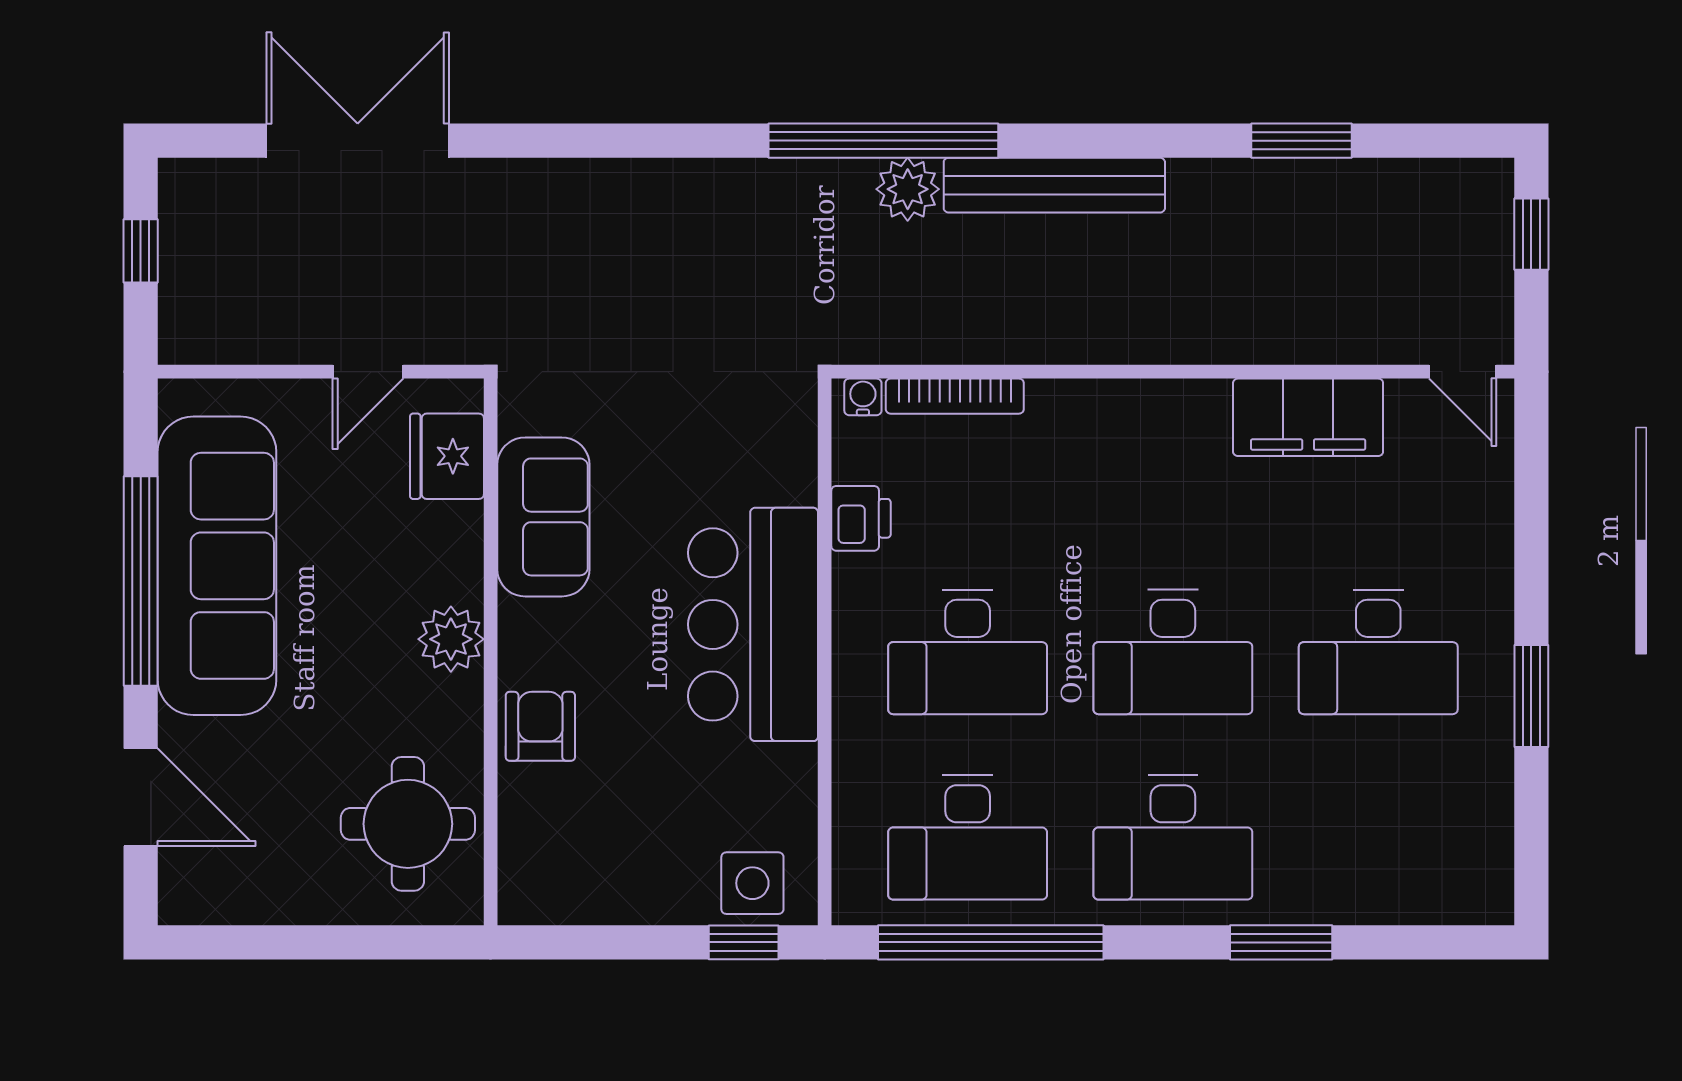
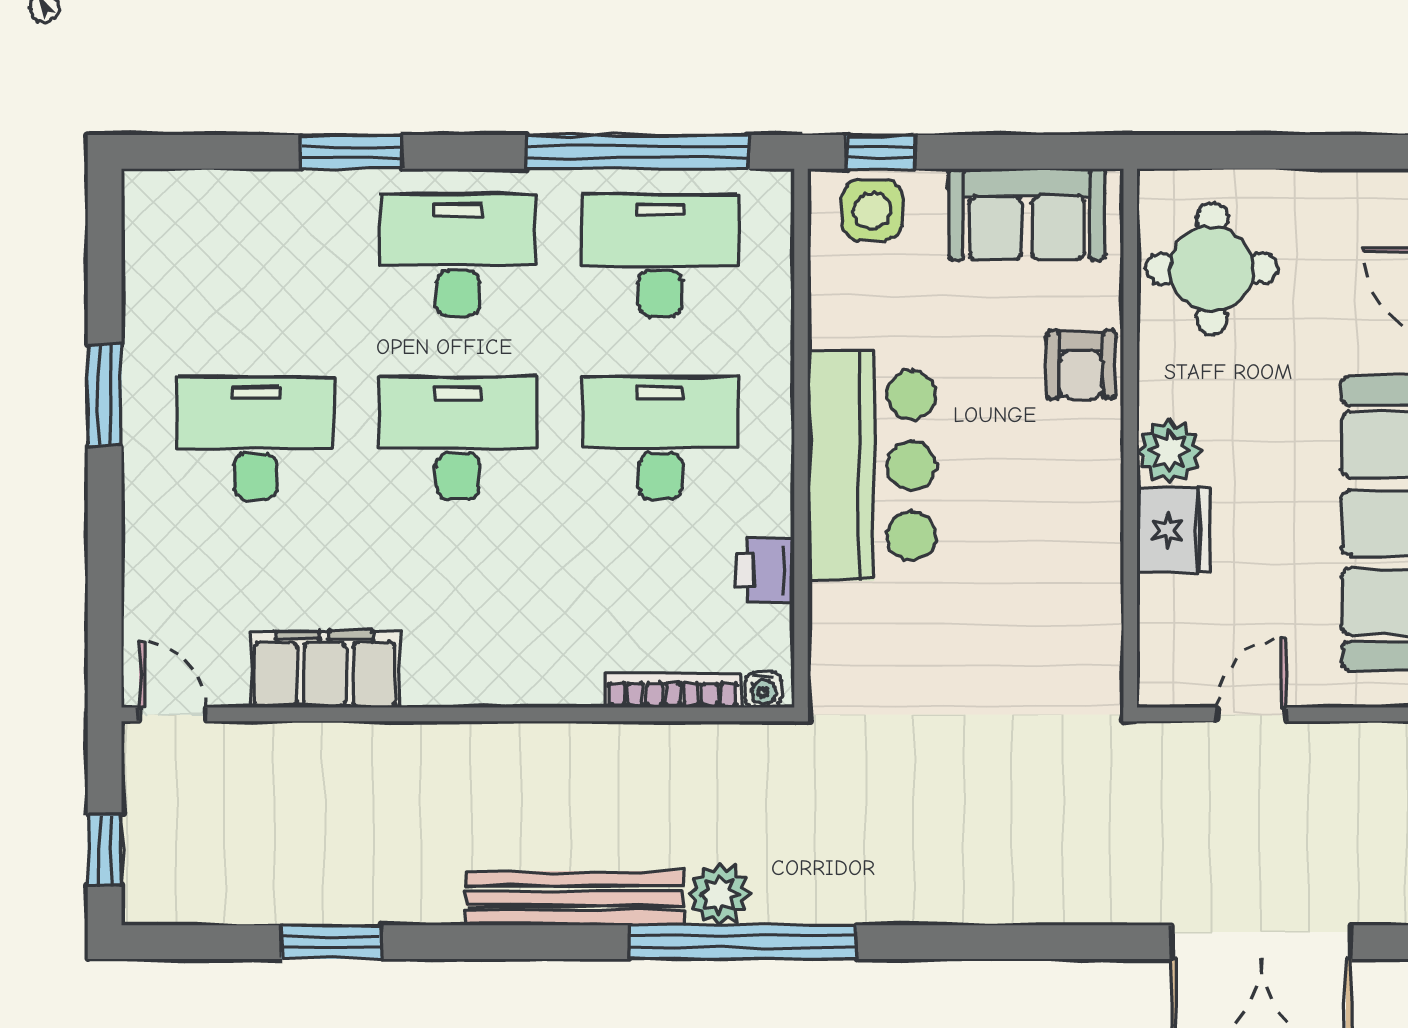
fridge: (447, 456) -> (1173, 530), moved
sofa: (543, 517) -> (1027, 214), moved, turned -90

